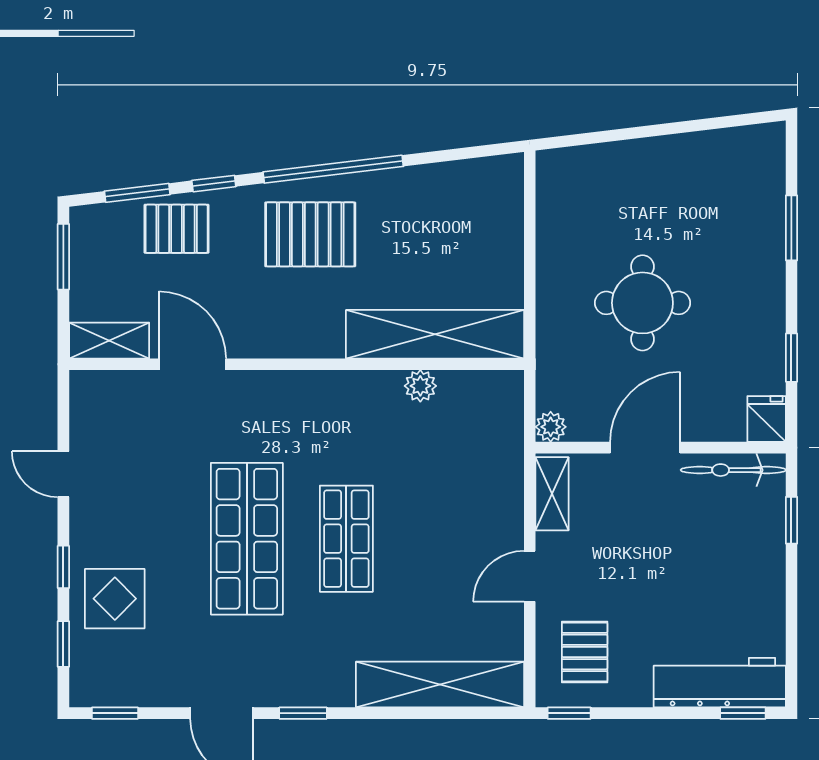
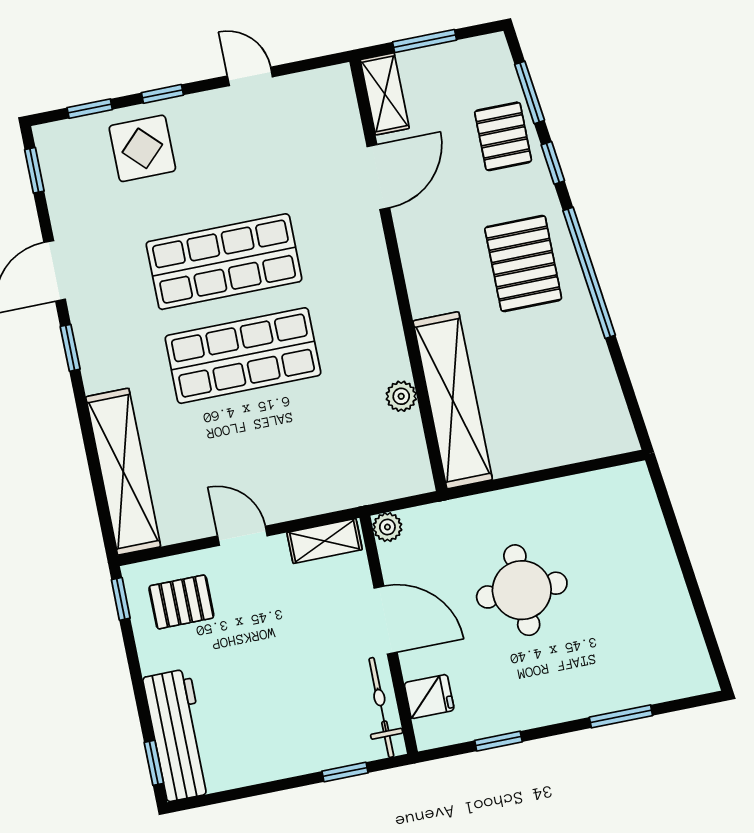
window: (63, 257) -> (425, 41), moved
fridge: (767, 419) -> (429, 696), moved
door: (63, 474) -> (250, 76), hinge flipped
shop shelf: (346, 539) -> (243, 356), width x1.43, depth x1.36

